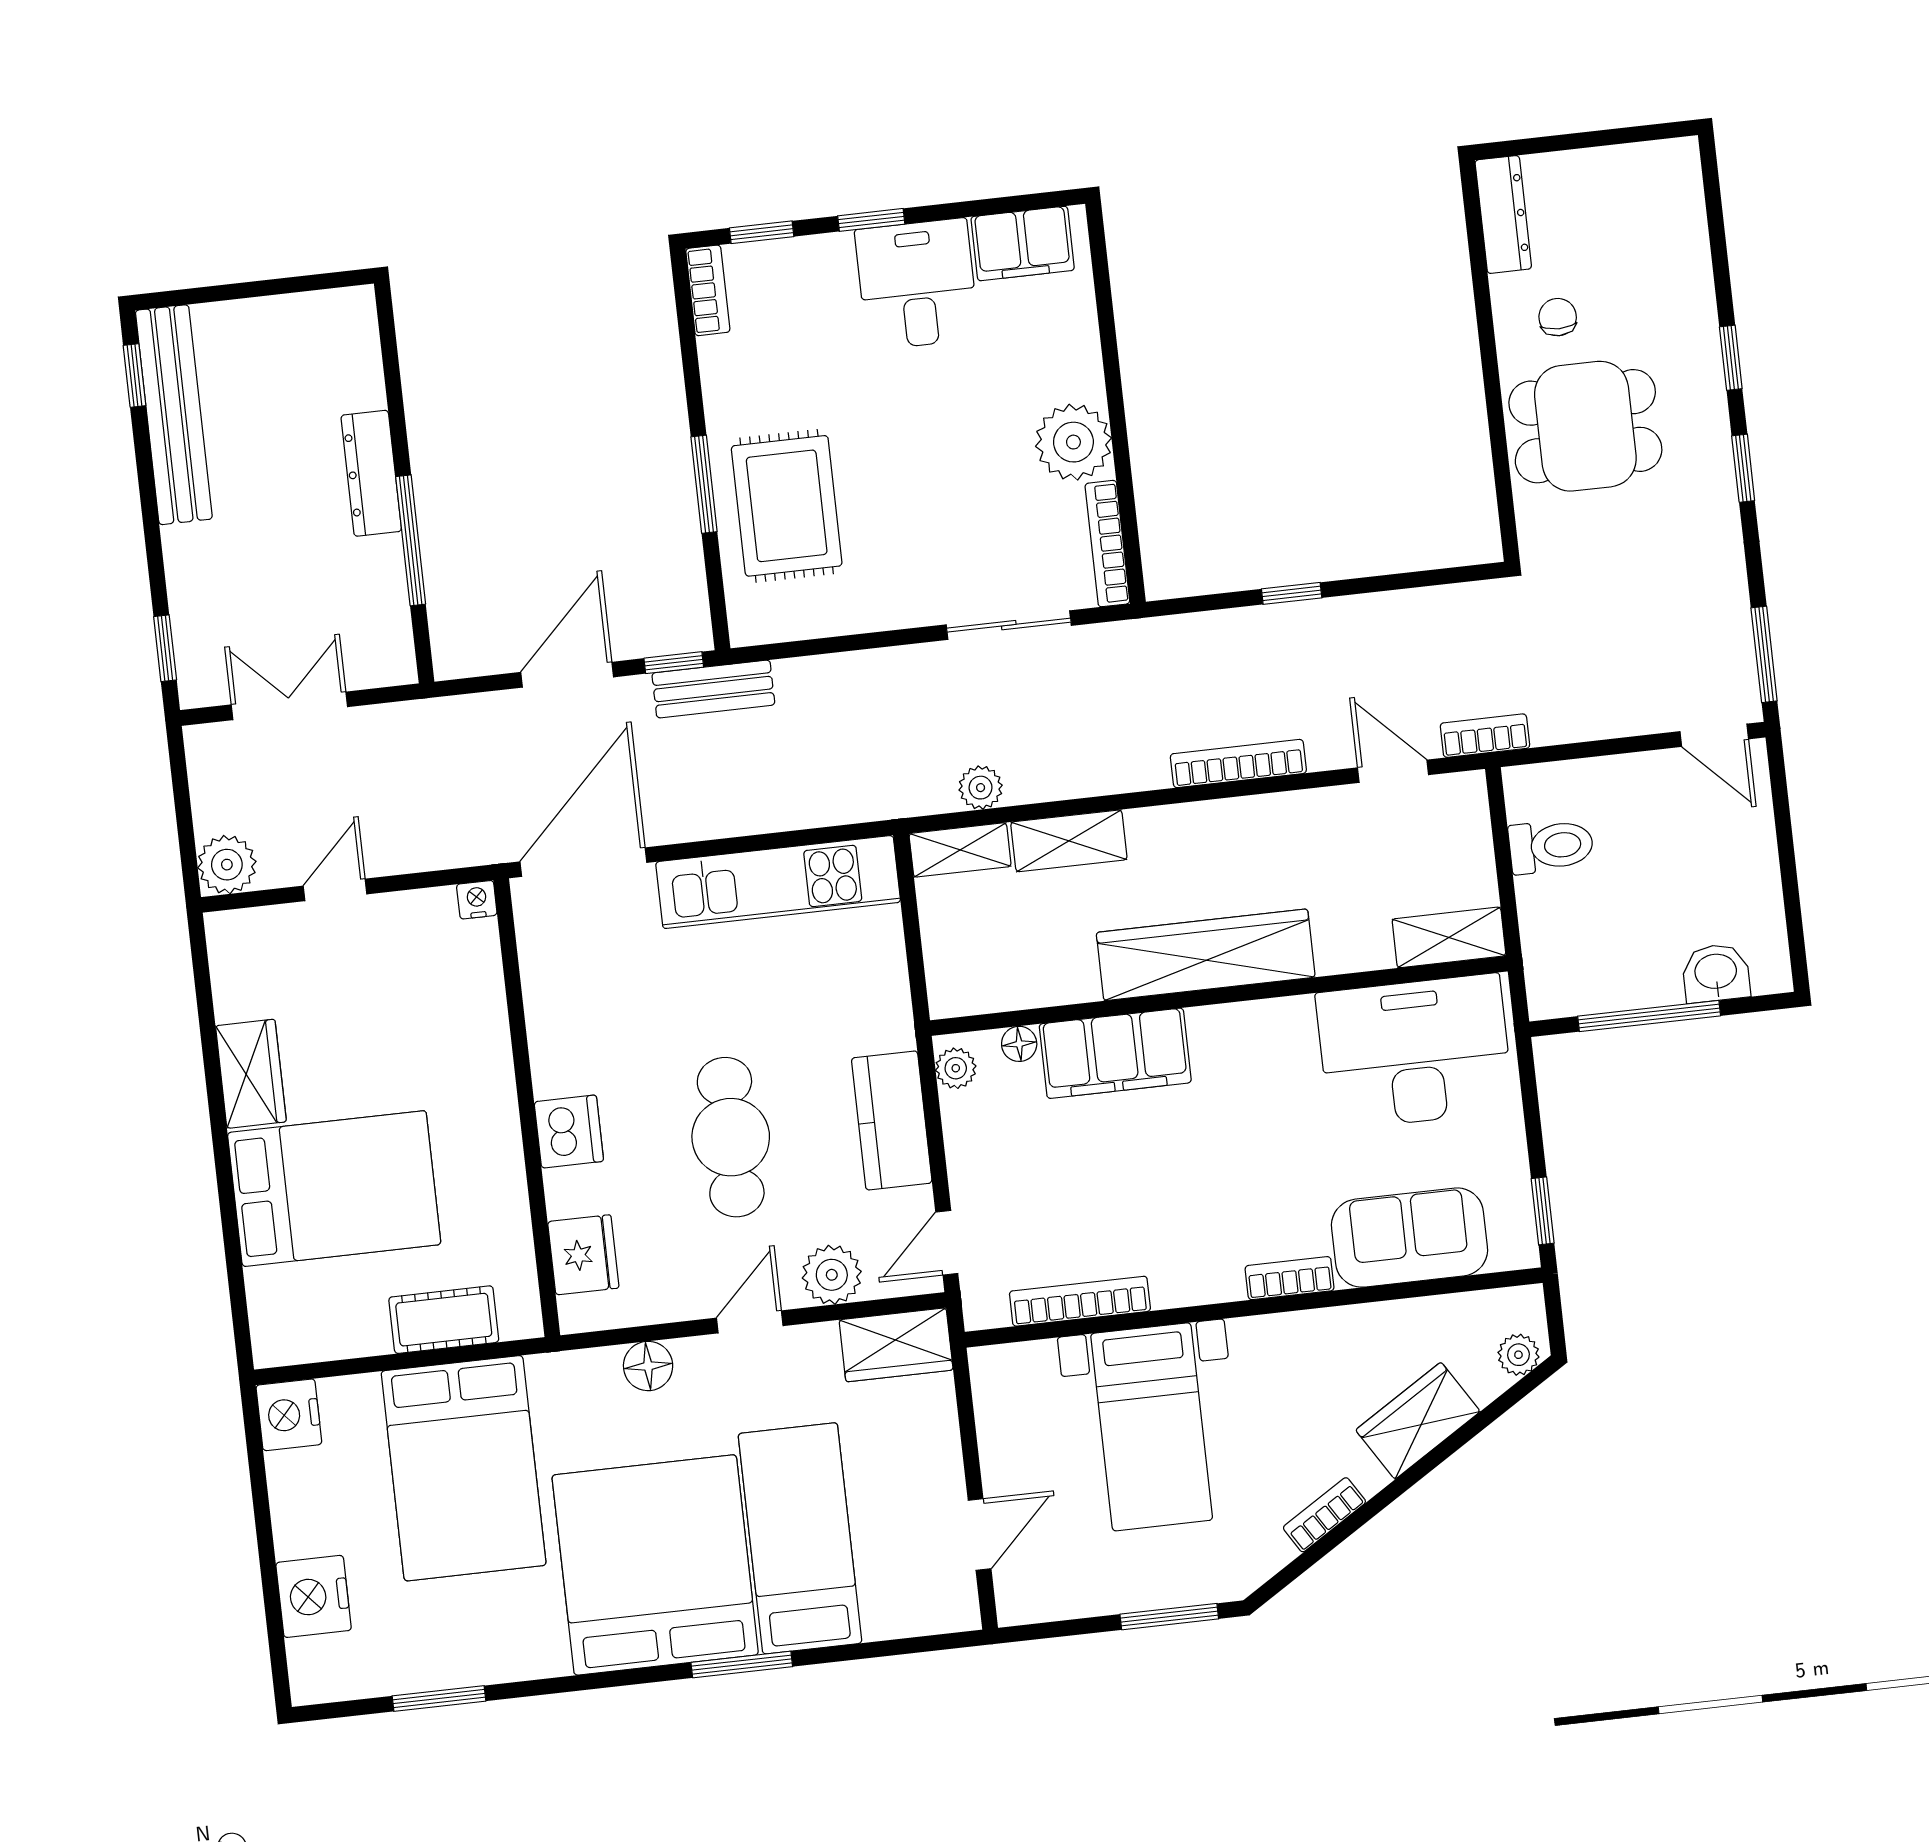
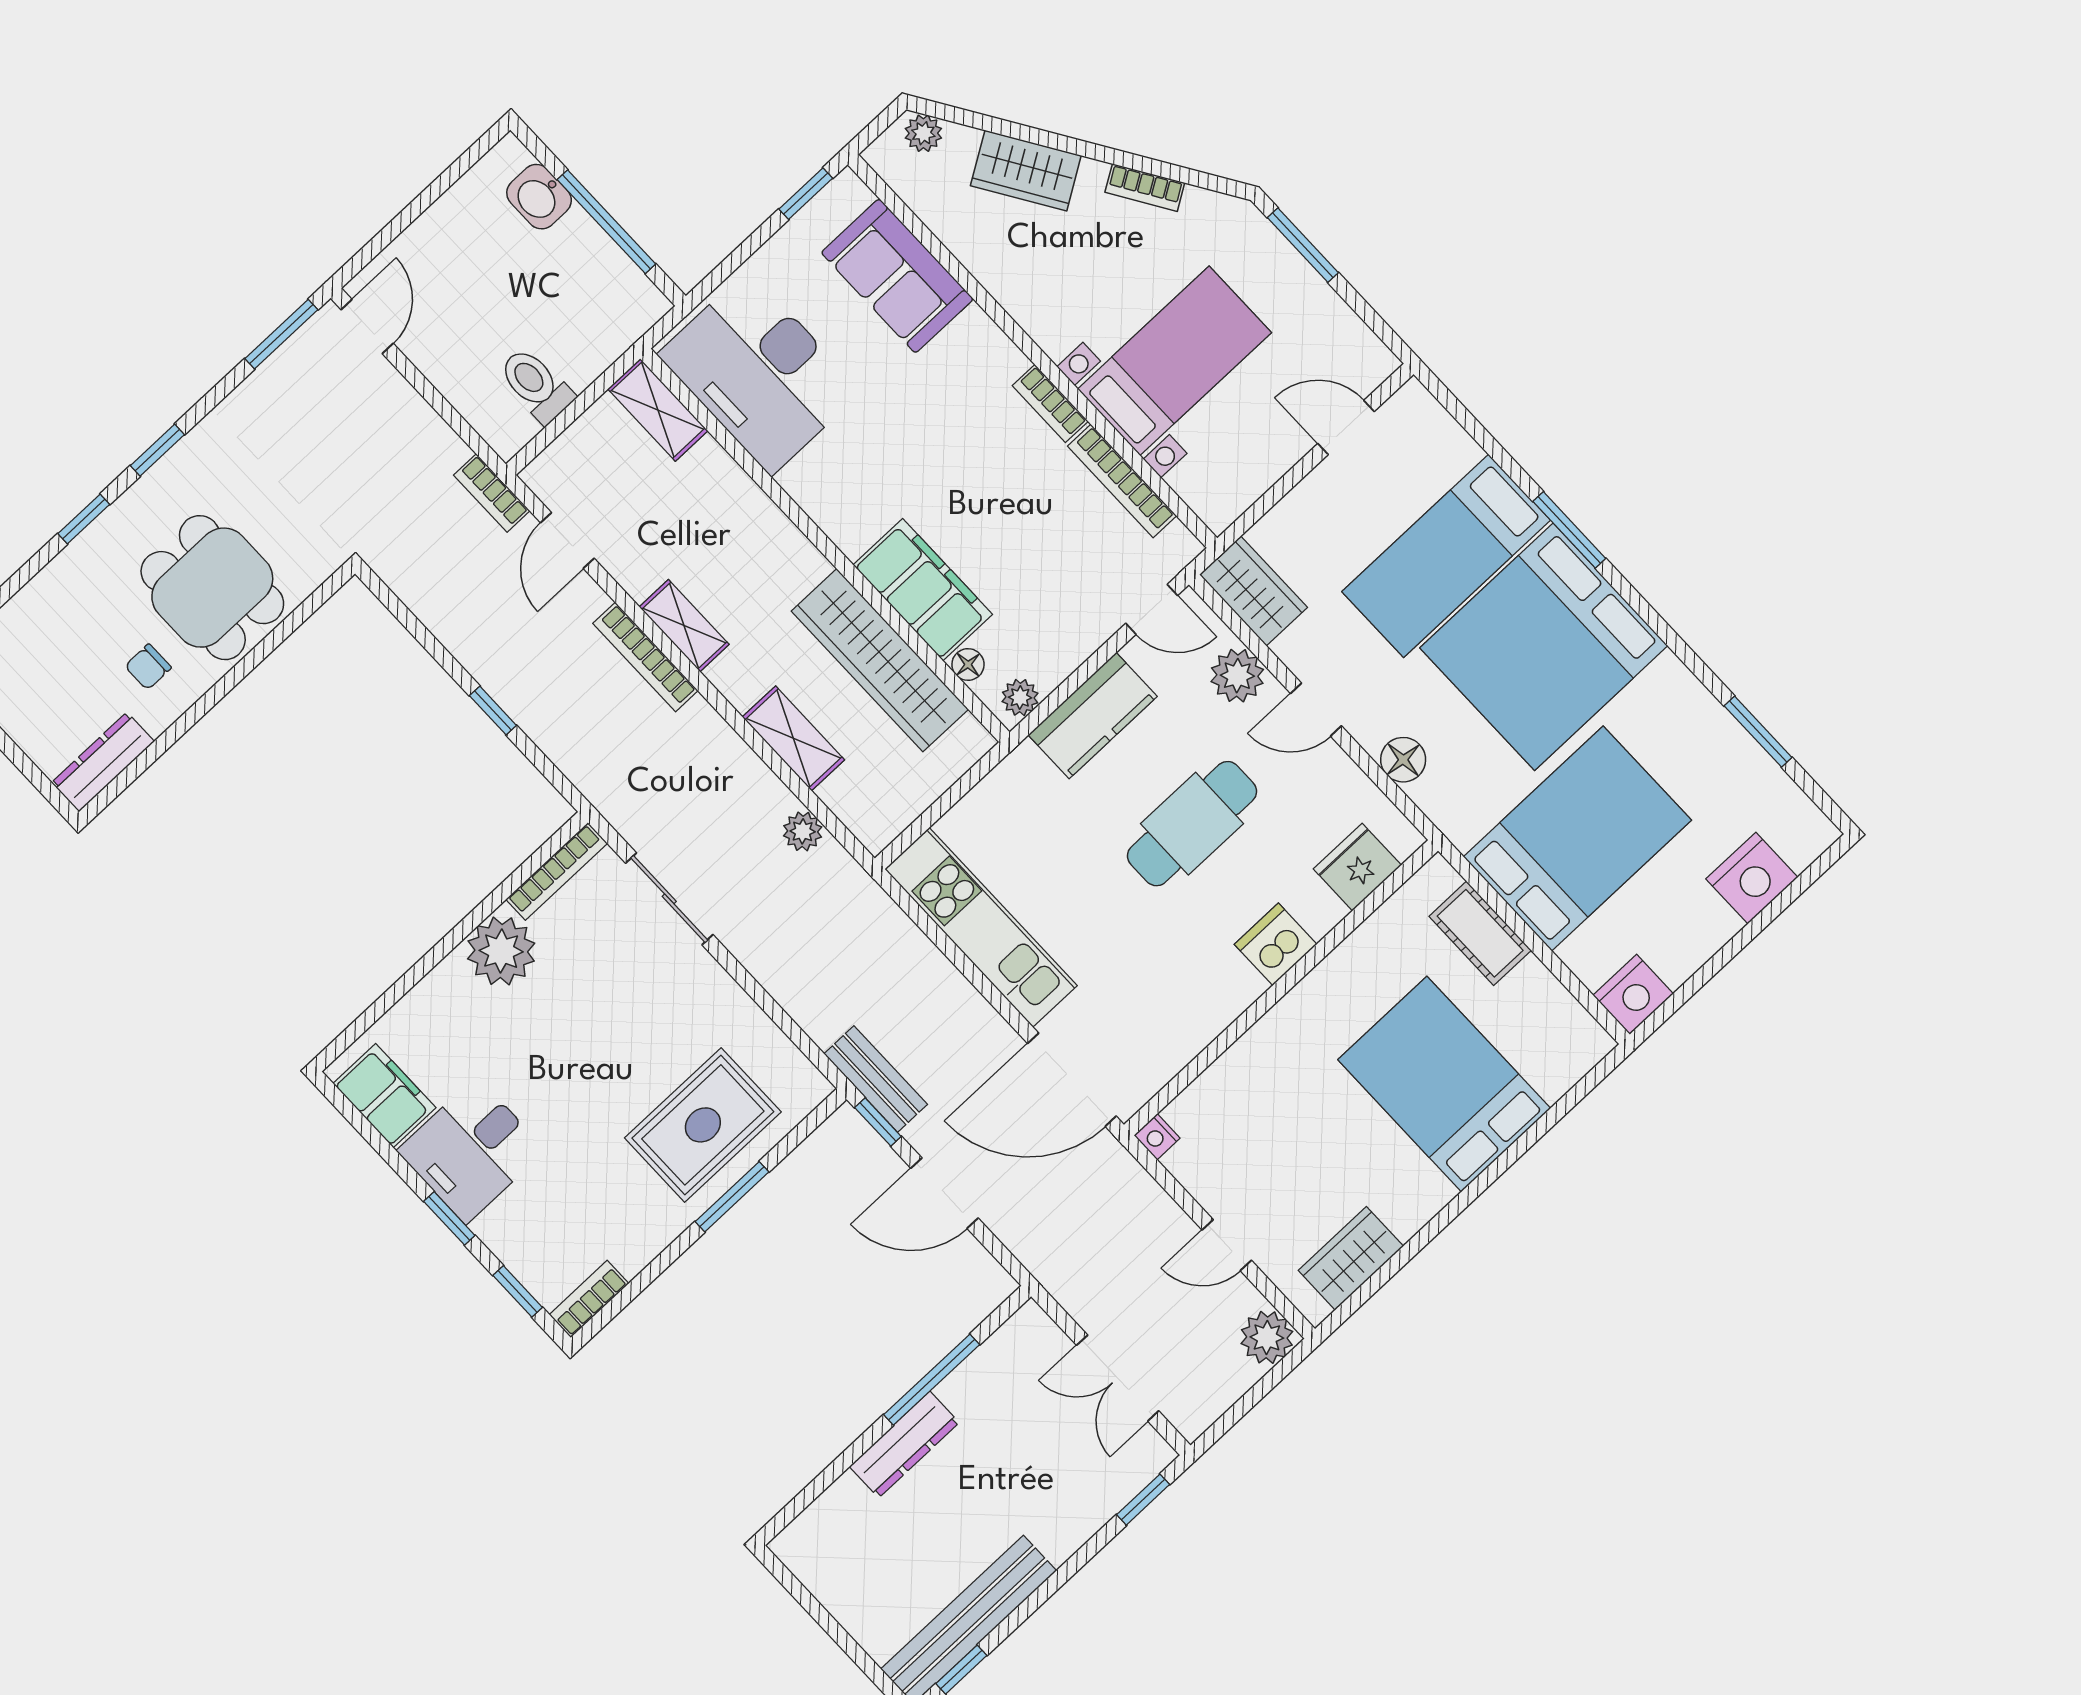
shelving: (960, 850) -> (684, 626), moved
wardrobe: (1206, 955) -> (880, 660), moved
wardrobe: (251, 1074) -> (1351, 1258), moved
bookcase: (1290, 1278) -> (1050, 403), moved

